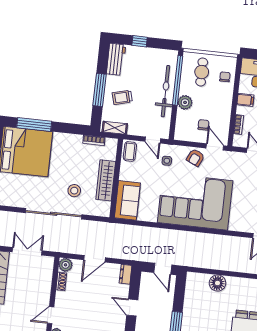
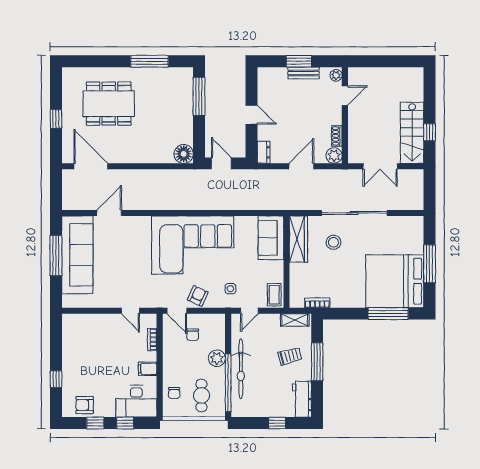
door: (153, 140) -> (249, 311), swing flipped
wardrobe: (106, 180) -> (298, 239), moved
floor lamp: (217, 283) -> (184, 154), moved

